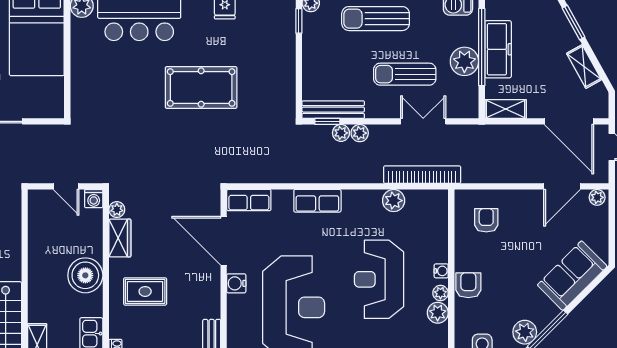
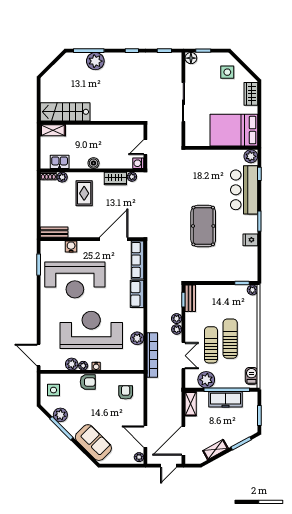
sun lounger: (376, 19) -> (230, 339), moved
plant: (464, 61) -> (206, 380), moved
bench: (333, 110) -> (190, 298), width x0.73
plant: (341, 133) -> (177, 329), moved
row of seats: (249, 200) -> (137, 260), width x1.48
armchair: (486, 220) -> (126, 392), turned -90
boiler: (85, 275) -> (94, 163), width x0.54, depth x0.54
reception desk: (379, 279) -> (91, 330), width x1.36, depth x1.30
water cooler: (236, 283) -> (71, 246), moved
plant: (118, 329) -> (62, 177), added

